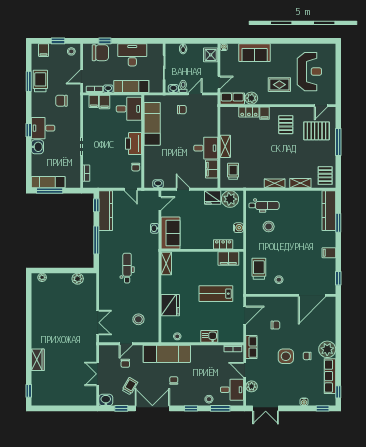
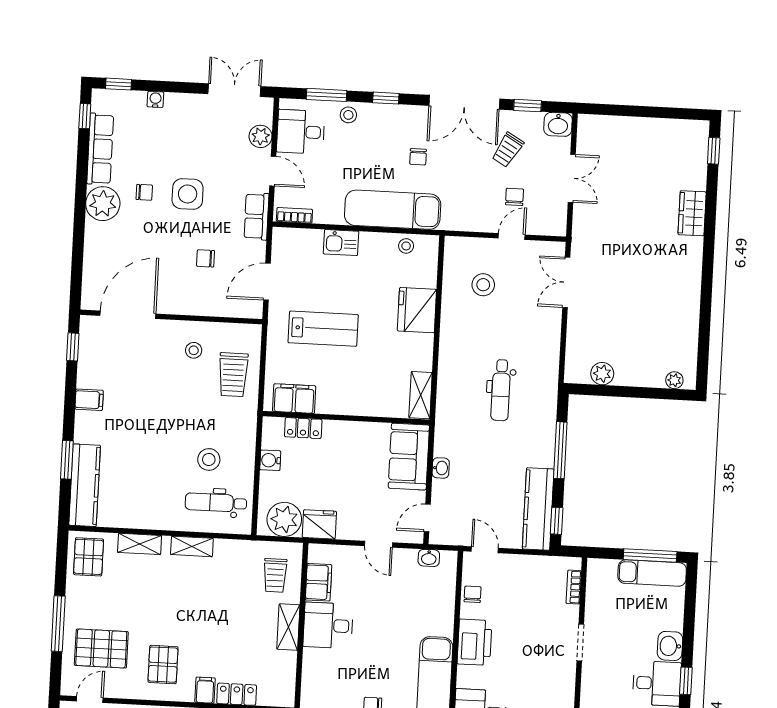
exam couch: (167, 354) -> (393, 210), moved

